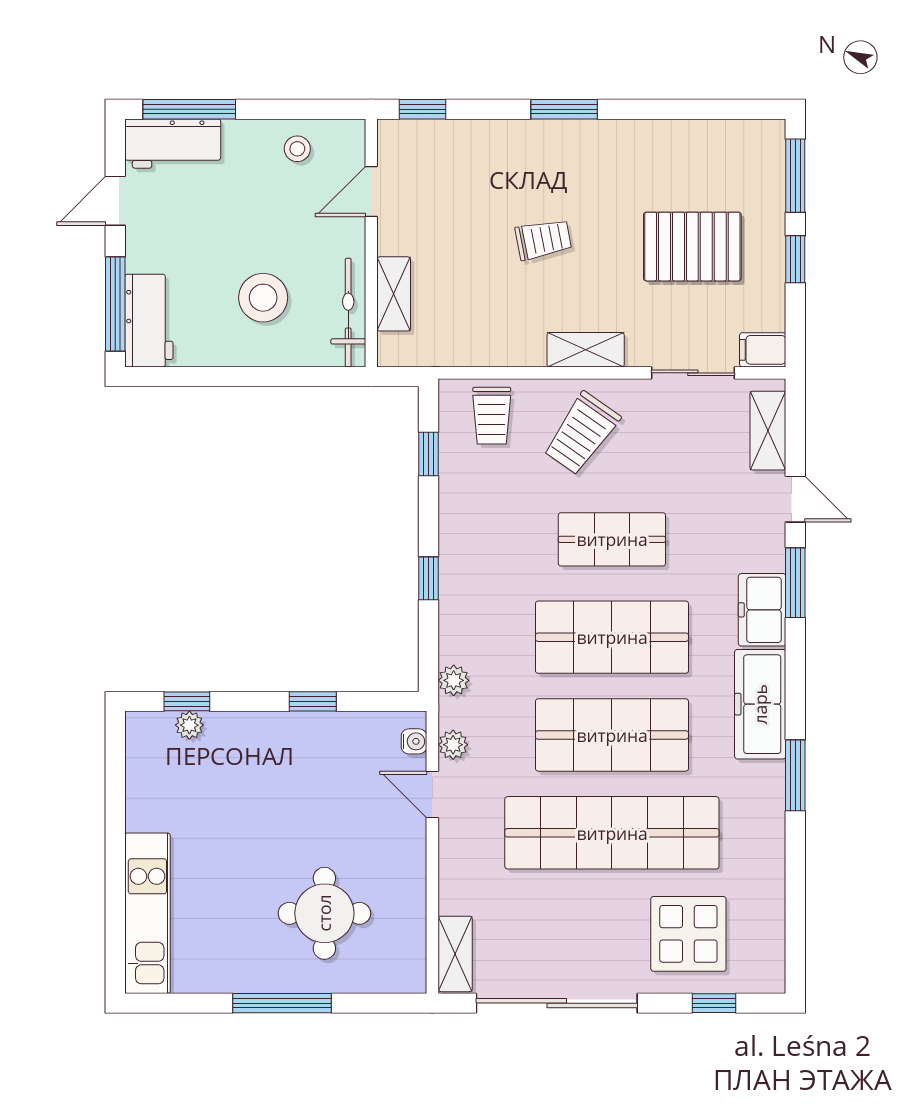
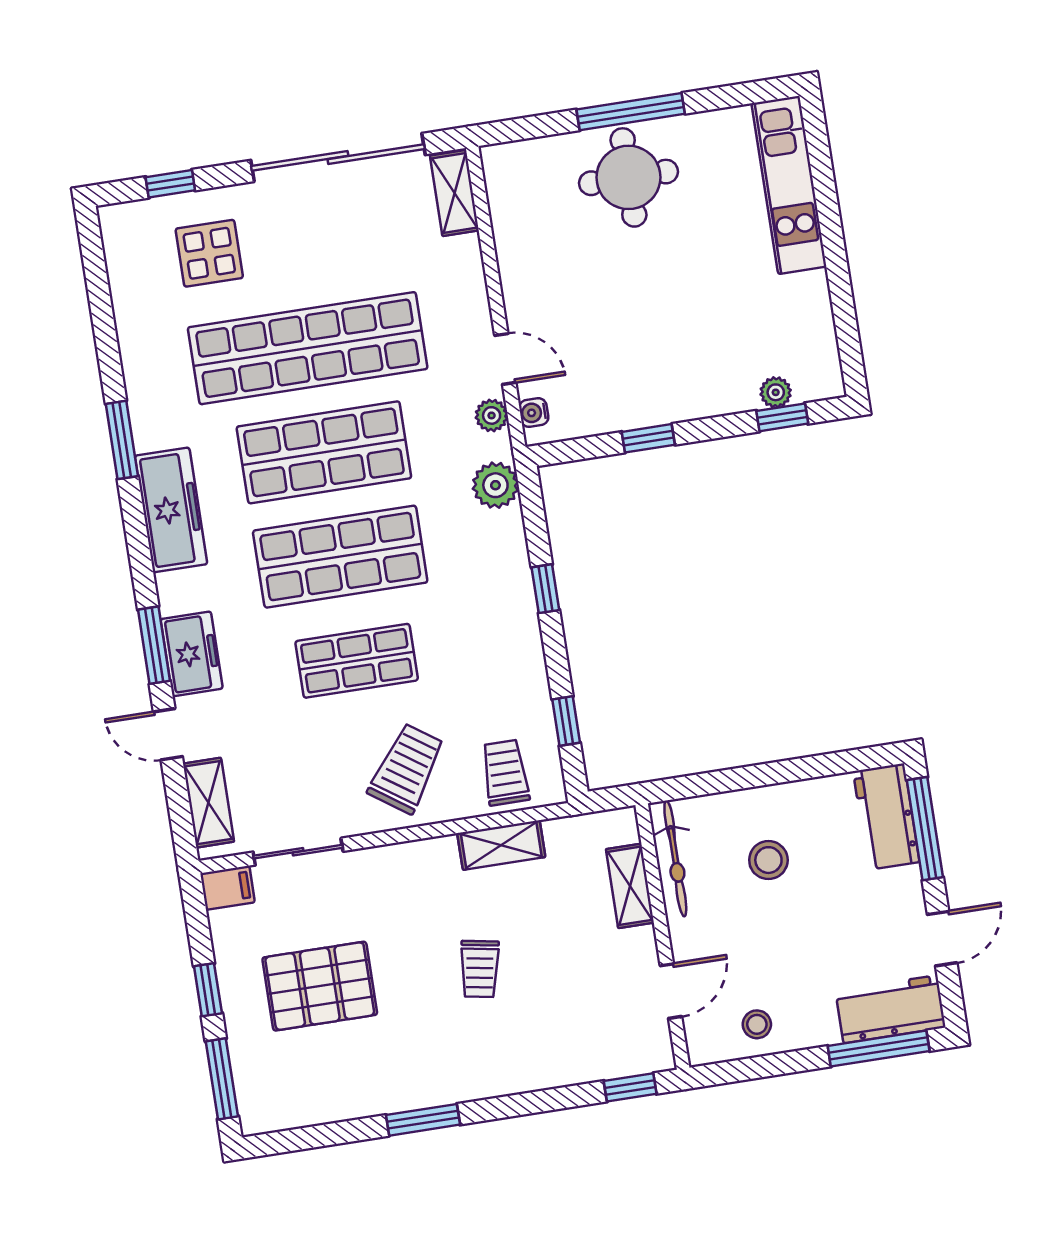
window: (564, 109) -> (423, 1120), moved
trolley: (543, 239) -> (480, 969), turned -69
stool: (263, 298) -> (768, 860), width x0.73, depth x0.73
shelving: (586, 350) -> (501, 845), moved
freezer: (762, 610) -> (192, 654), moved
plant: (454, 680) -> (495, 485), width x1.38, depth x1.38
round table: (324, 913) -> (628, 177), moved
display table: (688, 934) -> (209, 253), width x0.73, depth x0.73

